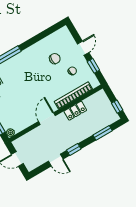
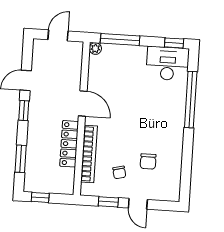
locker: (75, 111) -> (69, 144), width x1.53

